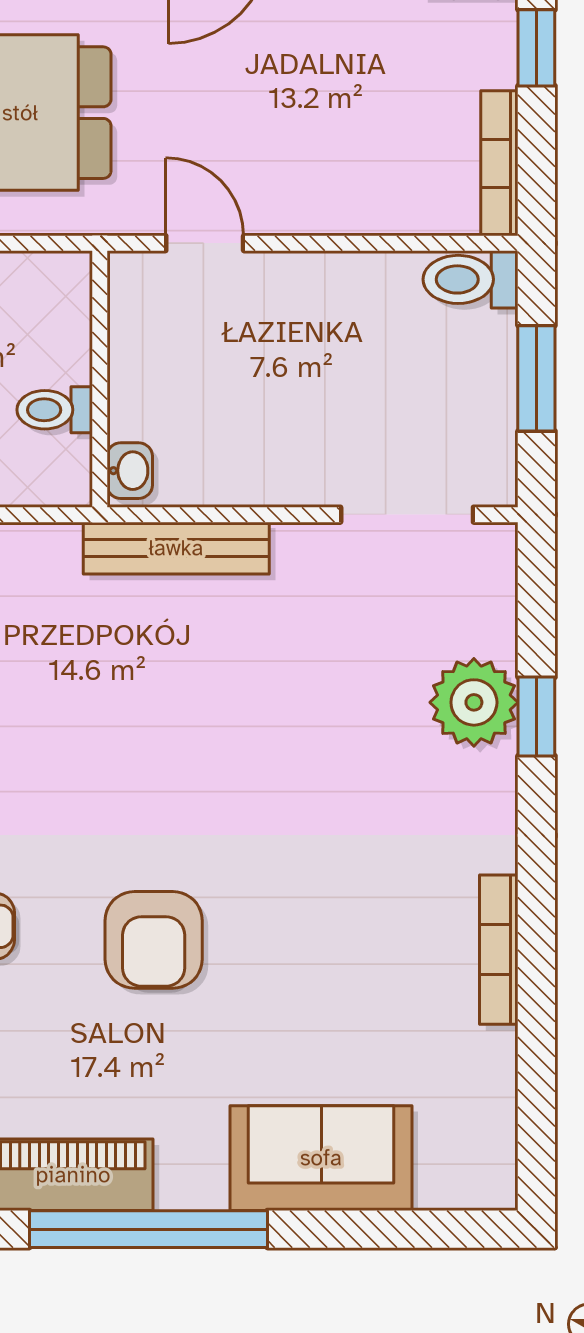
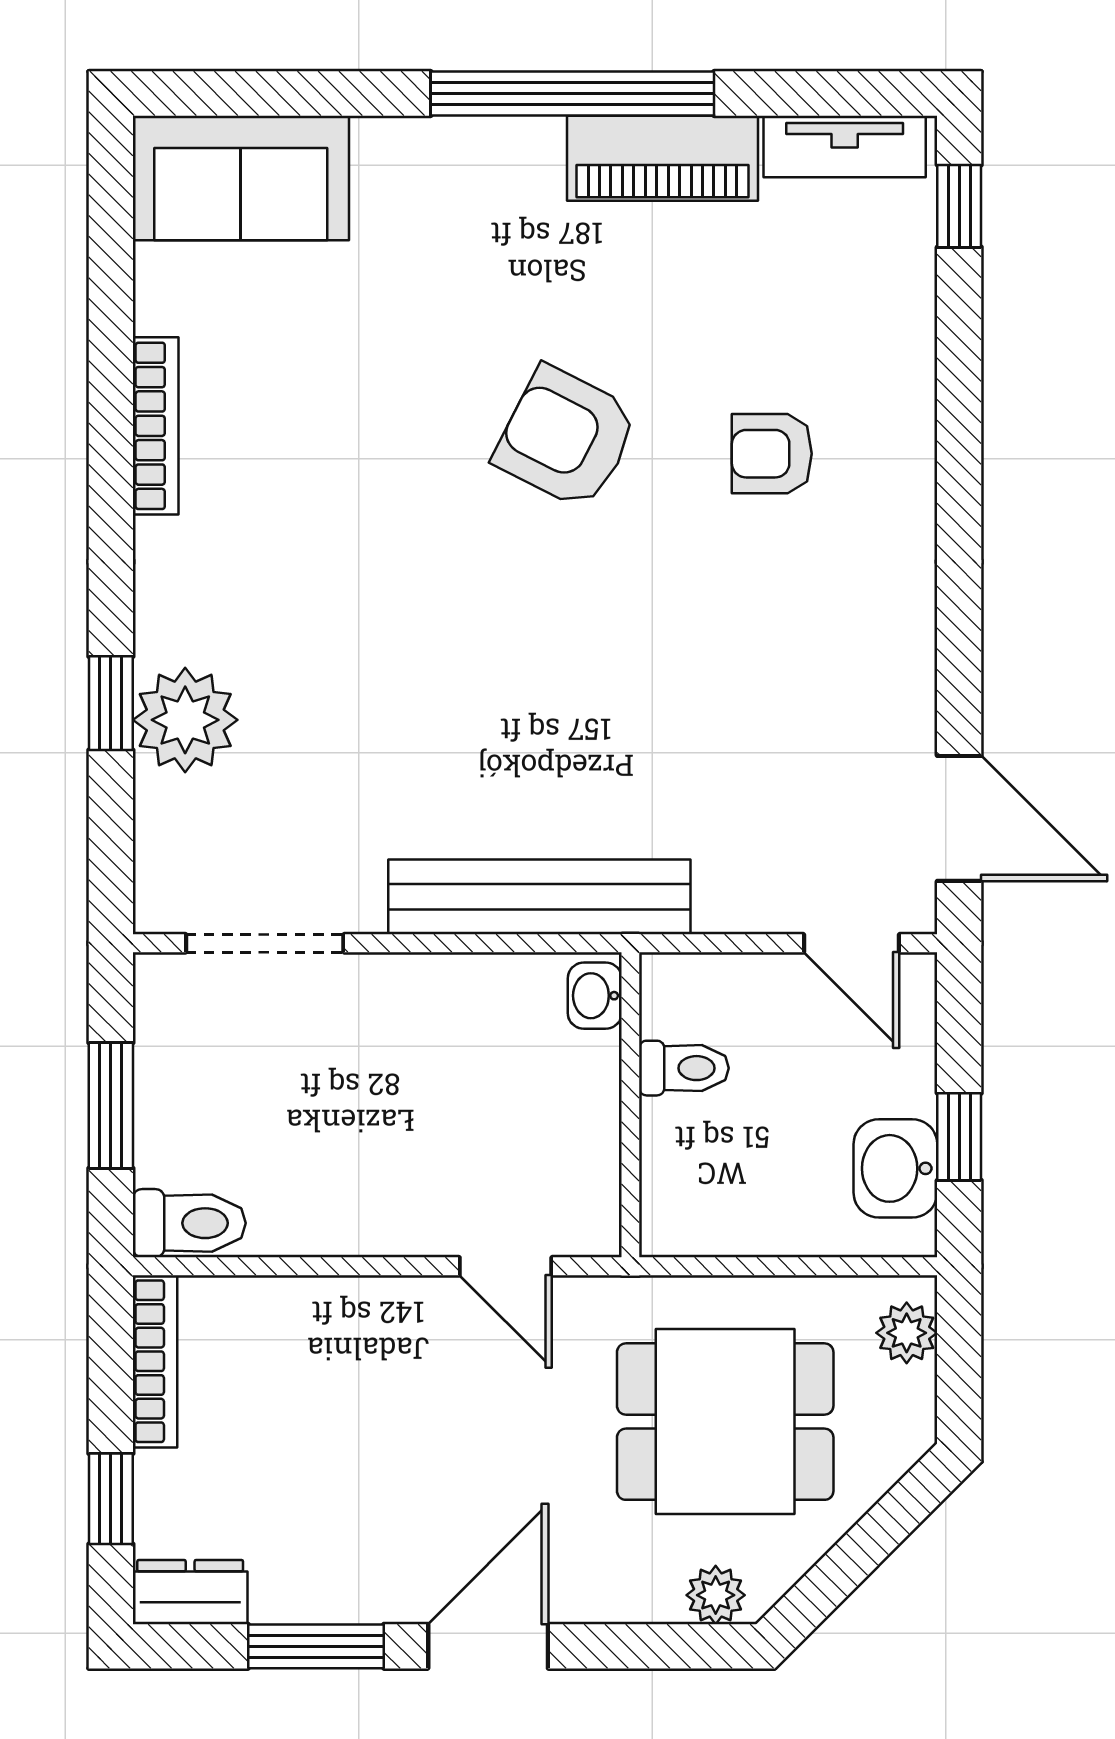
bench: (176, 548) -> (539, 897), width x1.37, depth x1.21
armchair: (154, 940) -> (566, 437), turned -63
sofa: (321, 1158) -> (241, 178), moved

